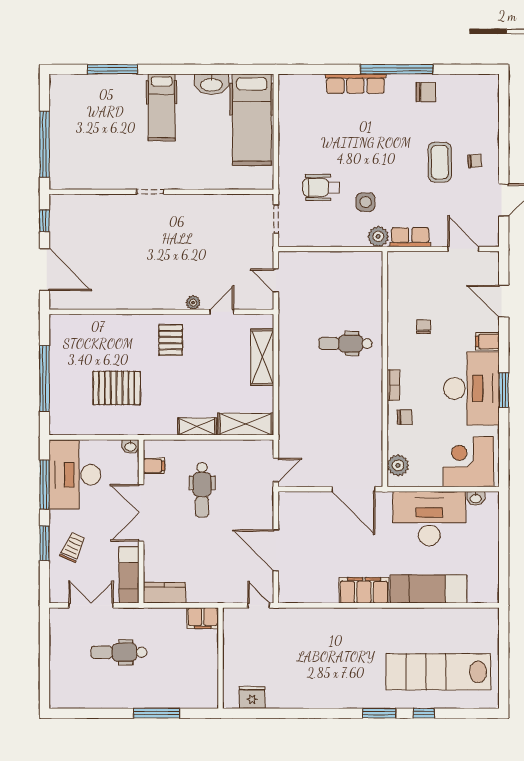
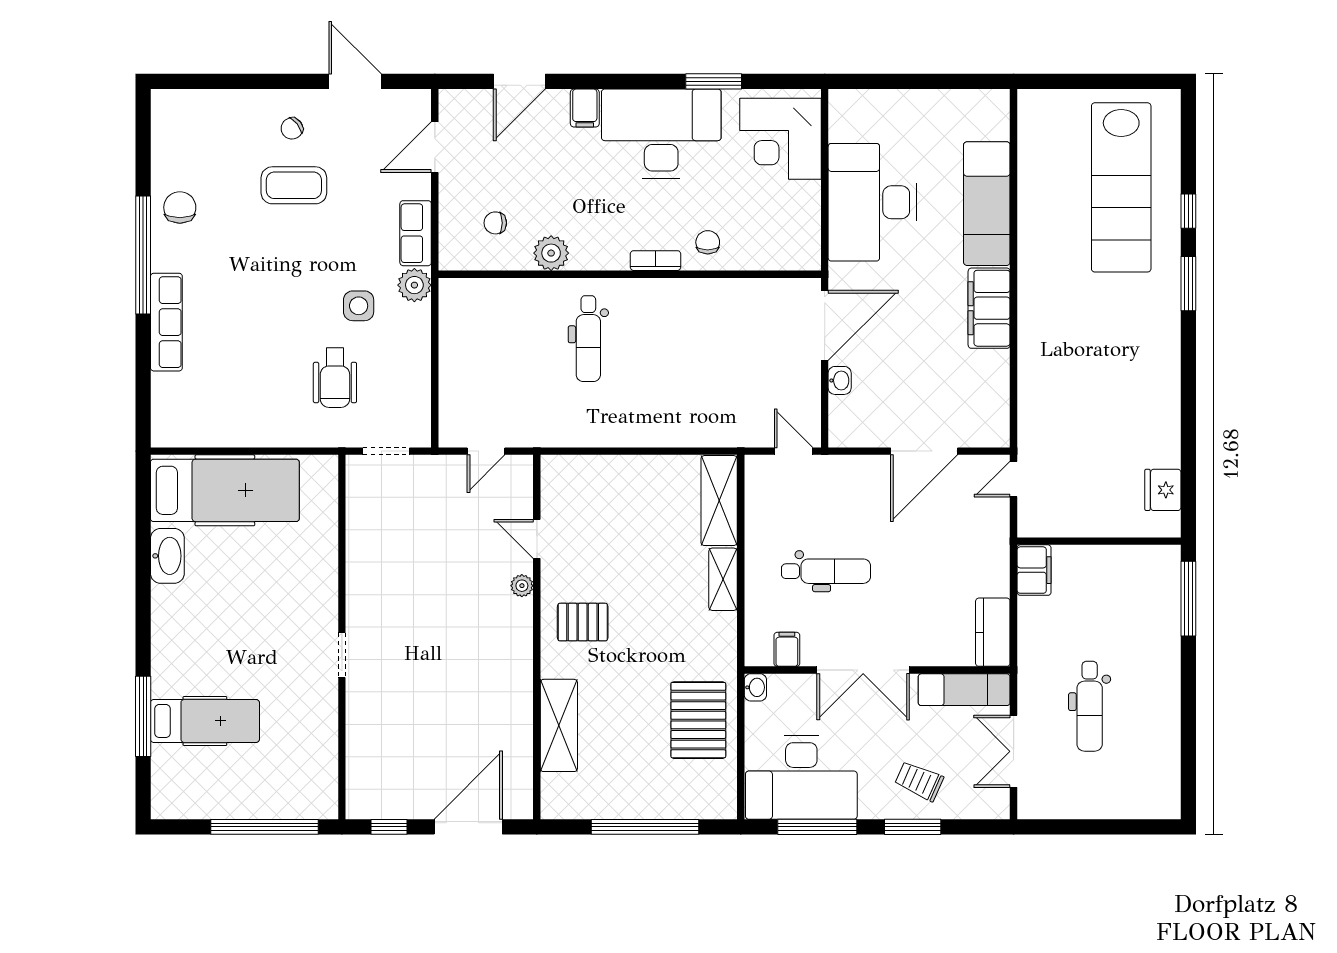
hospital bed: (162, 107) -> (205, 721), moved
chair: (475, 161) -> (292, 128), turned -123
chair: (424, 327) -> (495, 223), moved
shelving: (262, 357) -> (559, 725), moved, turned 90
pallet: (117, 388) -> (698, 720), moved
window: (504, 390) -> (714, 81), moved
plant: (398, 465) -> (551, 253), moved
washbasin: (476, 498) -> (840, 380), moved
window: (156, 713) -> (1188, 599), moved

